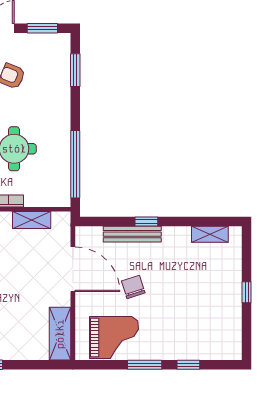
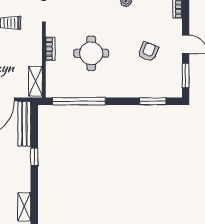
shelving: (32, 220) -> (35, 81), moved
bench: (132, 234) -> (24, 124), moved

